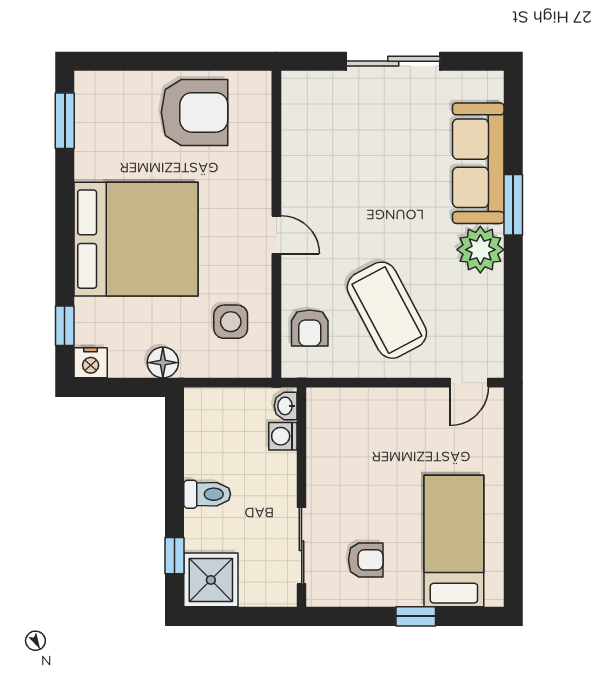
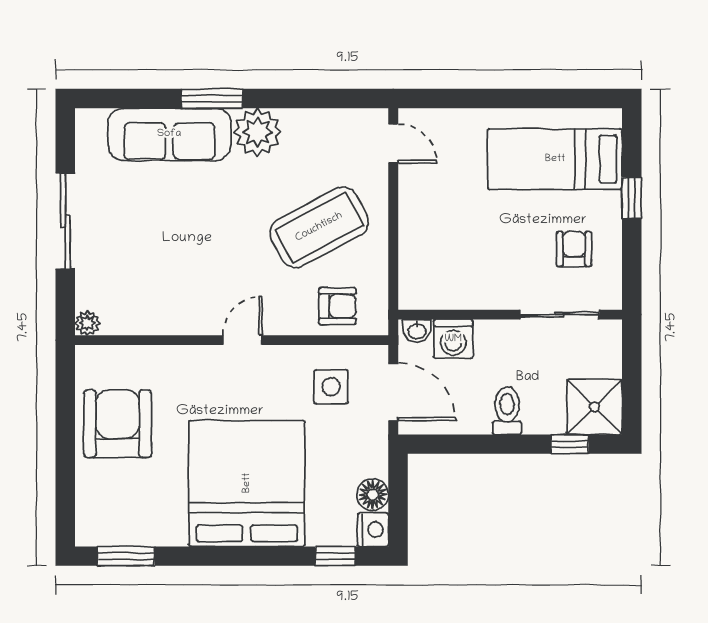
plant: (293, 83) -> (87, 323), added
floor lamp: (163, 363) -> (373, 495), moved
door: (226, 383) -> (393, 392), added
washing machine: (283, 436) -> (453, 339), width x1.38, depth x1.38

